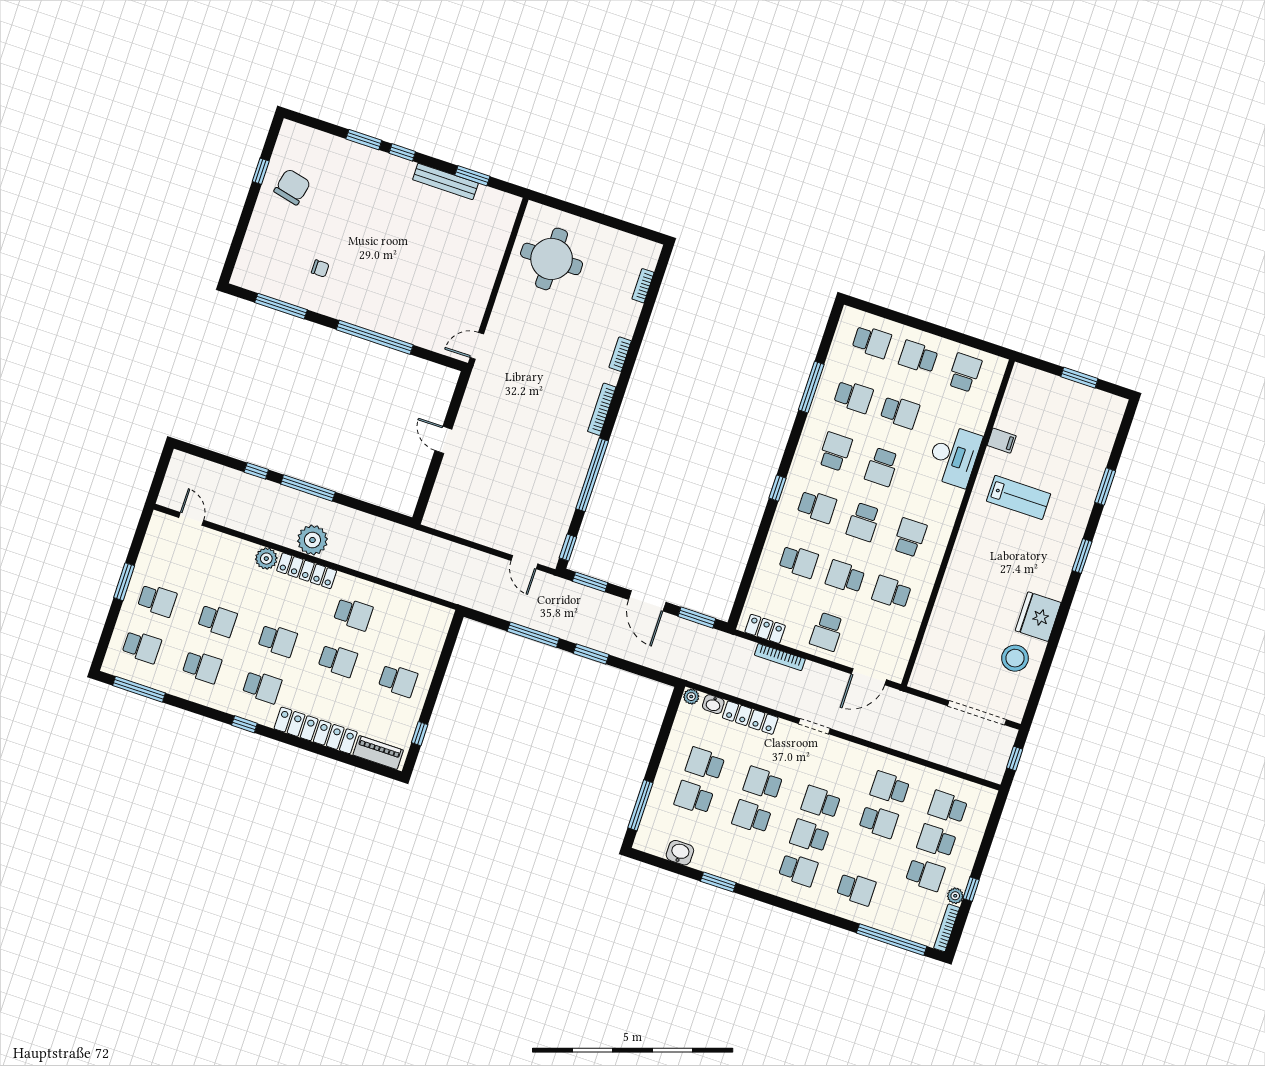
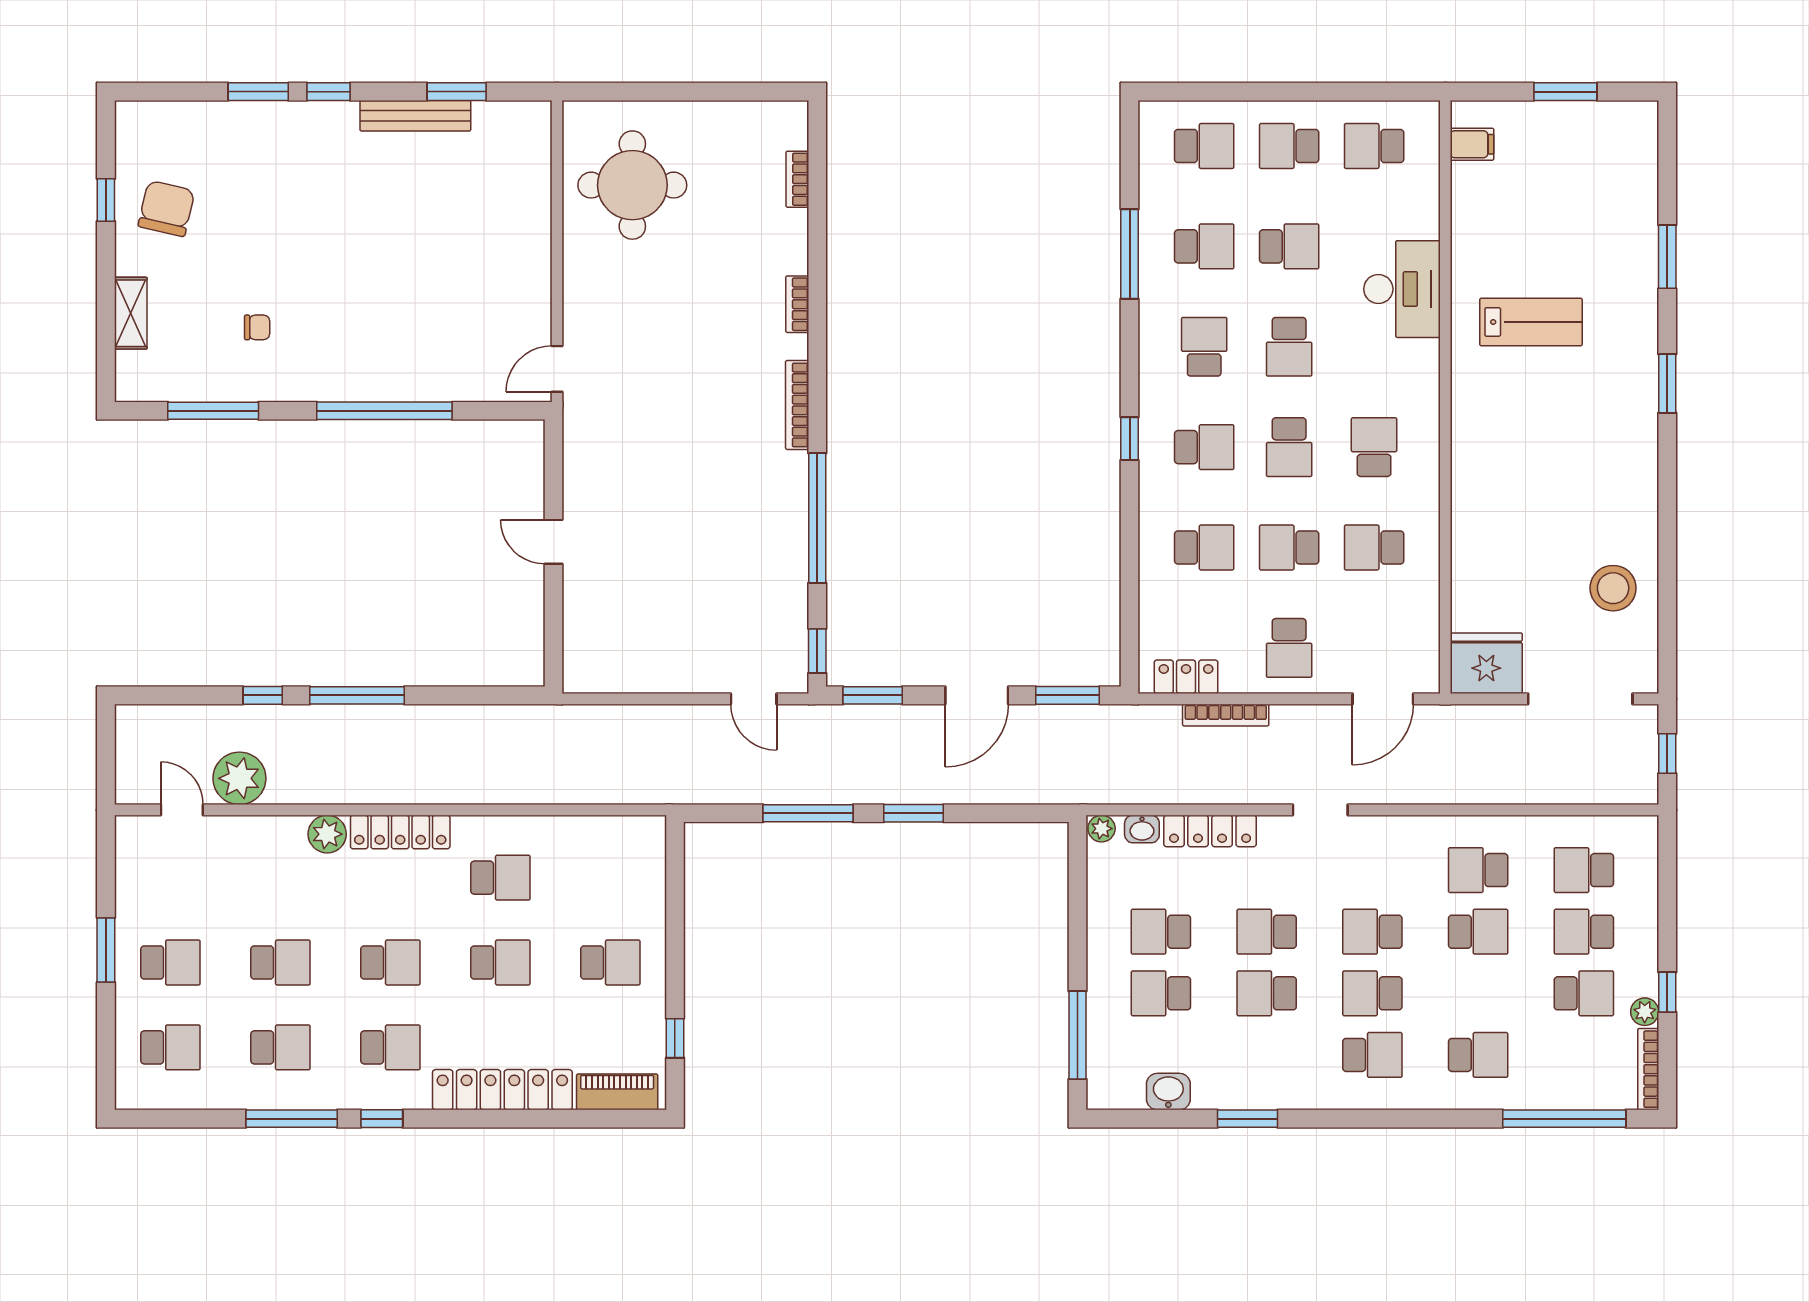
shelving: (254, 238) -> (131, 313), added
school desk: (965, 373) -> (1374, 146), turned -90
filing cabinet: (1002, 441) -> (1472, 144), moved
plant: (312, 540) -> (239, 778), moved
door: (647, 601) -> (977, 695), hinge flipped
fridge: (1038, 617) -> (1486, 663), moved, turned 90
window: (139, 689) -> (292, 1119), moved

